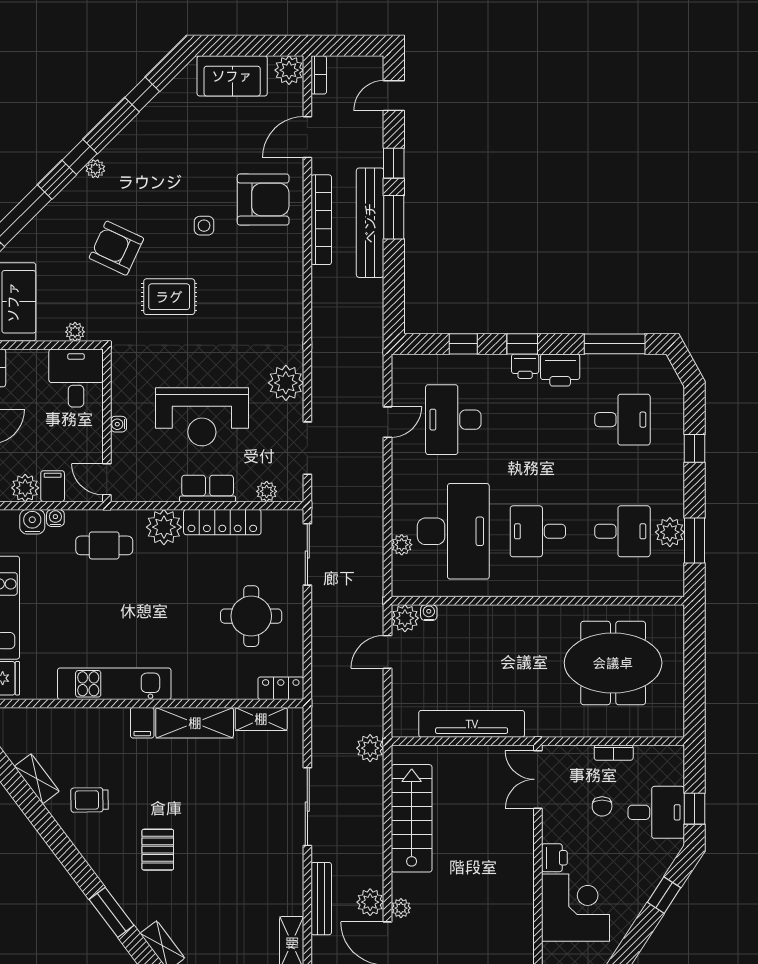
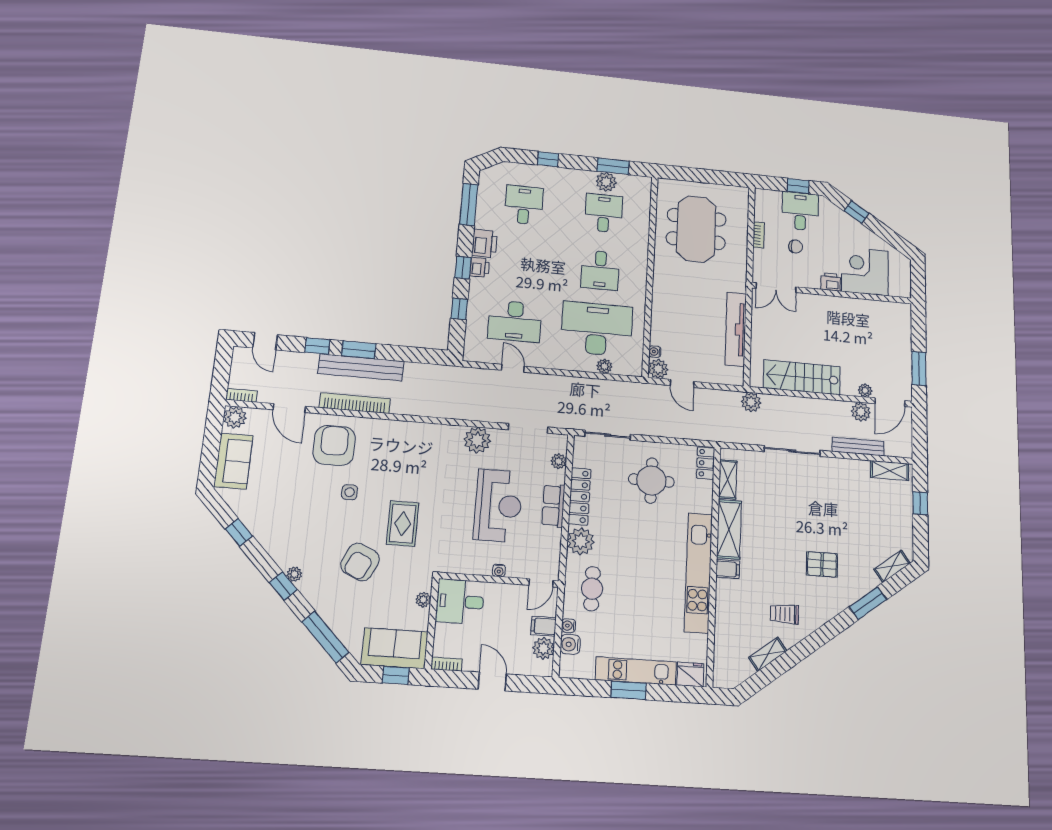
kitchen unit: (114, 684) -> (698, 573), width x1.36
trolley: (90, 800) -> (784, 614), turned 91

